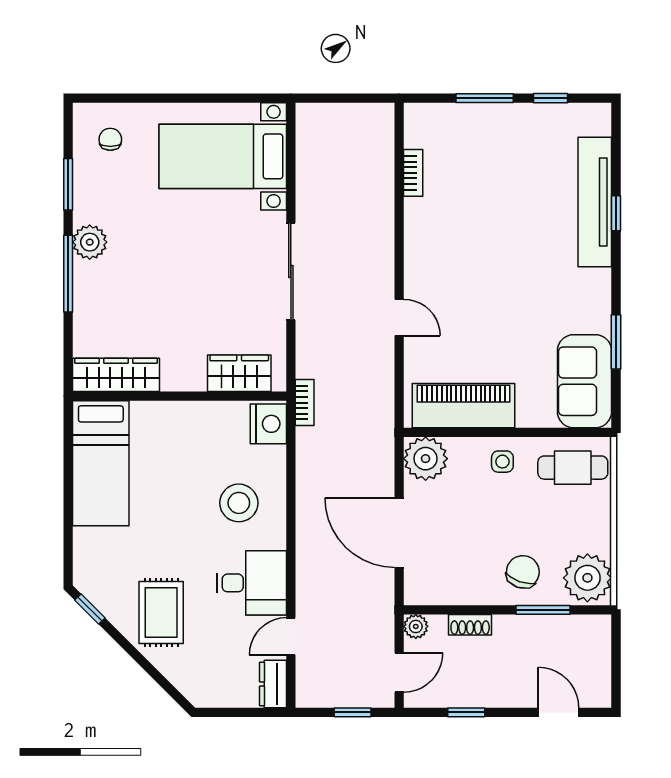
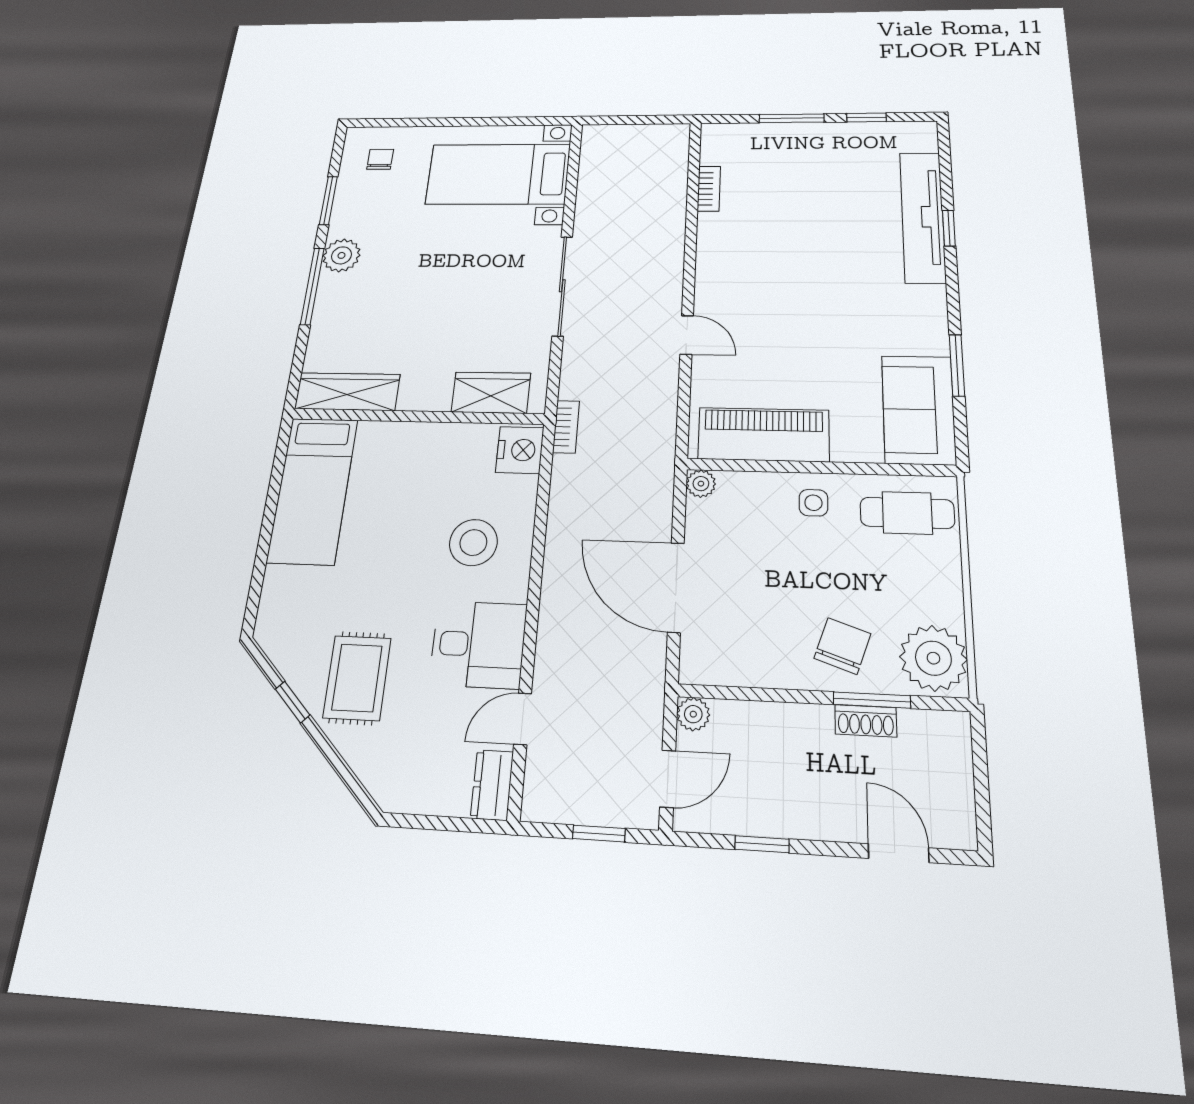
plant: (426, 459) -> (701, 484), width x0.53, depth x0.53
window: (90, 609) -> (293, 702), moved
shoe rack: (470, 625) -> (866, 721), moved

